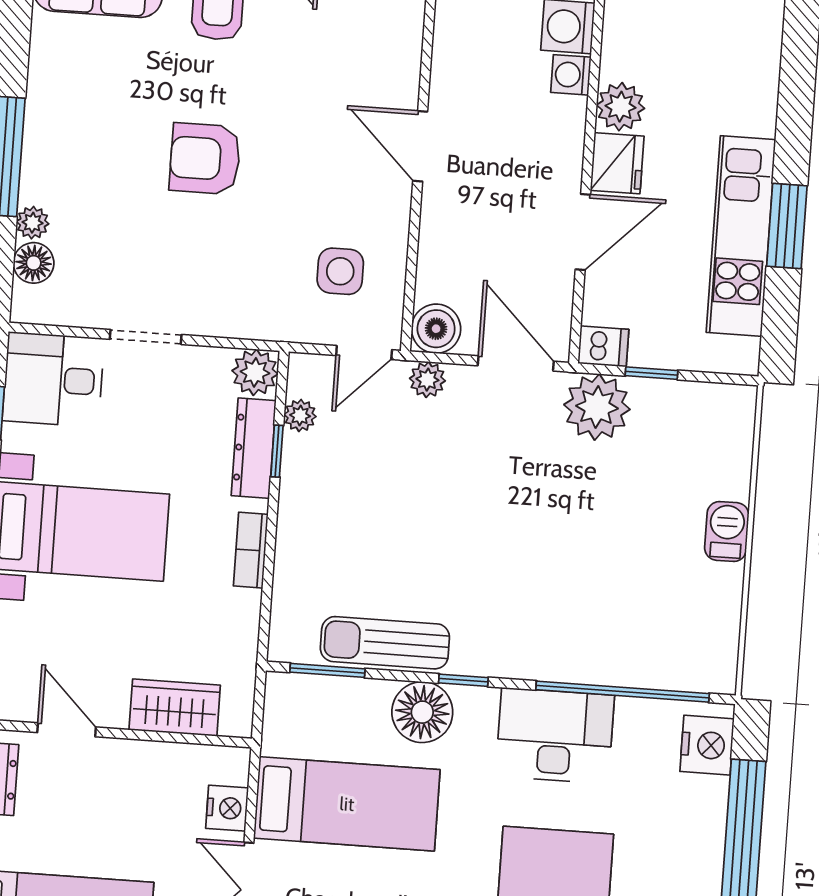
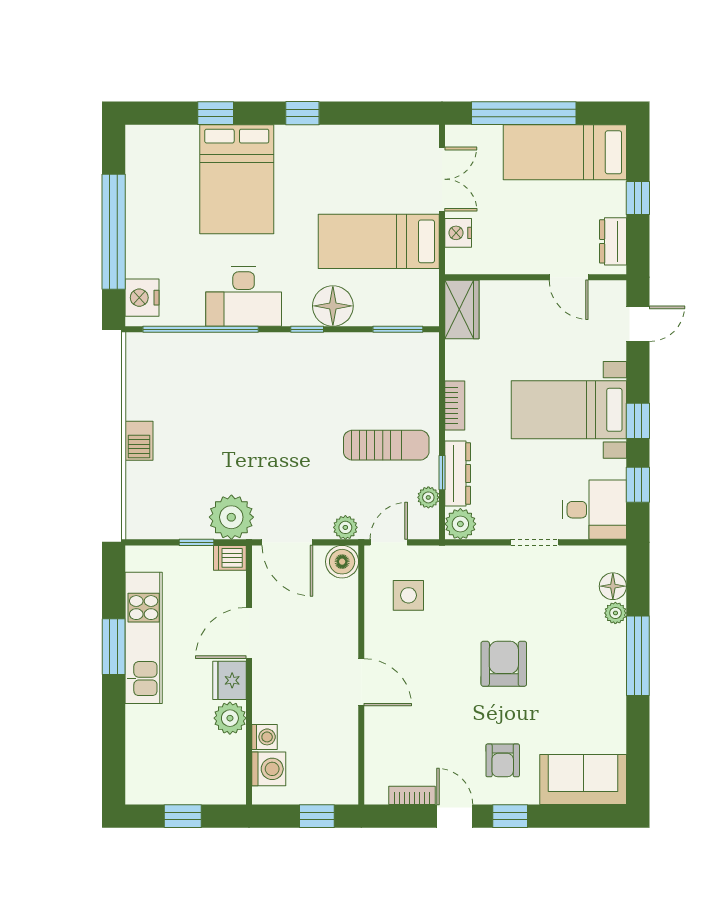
armchair: (205, 159) -> (504, 664), turned -90
sun lounger: (385, 643) -> (386, 445), moved
wardrobe: (175, 708) -> (462, 310), moved, turned -90

